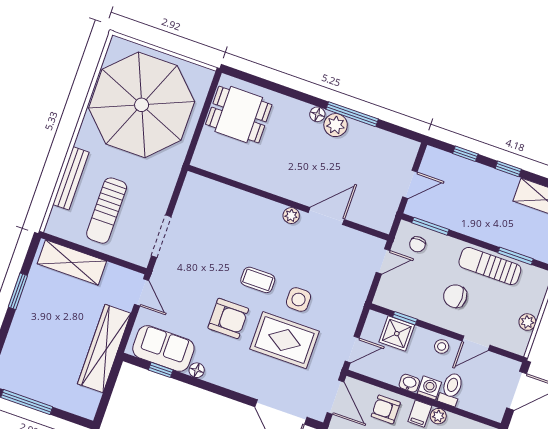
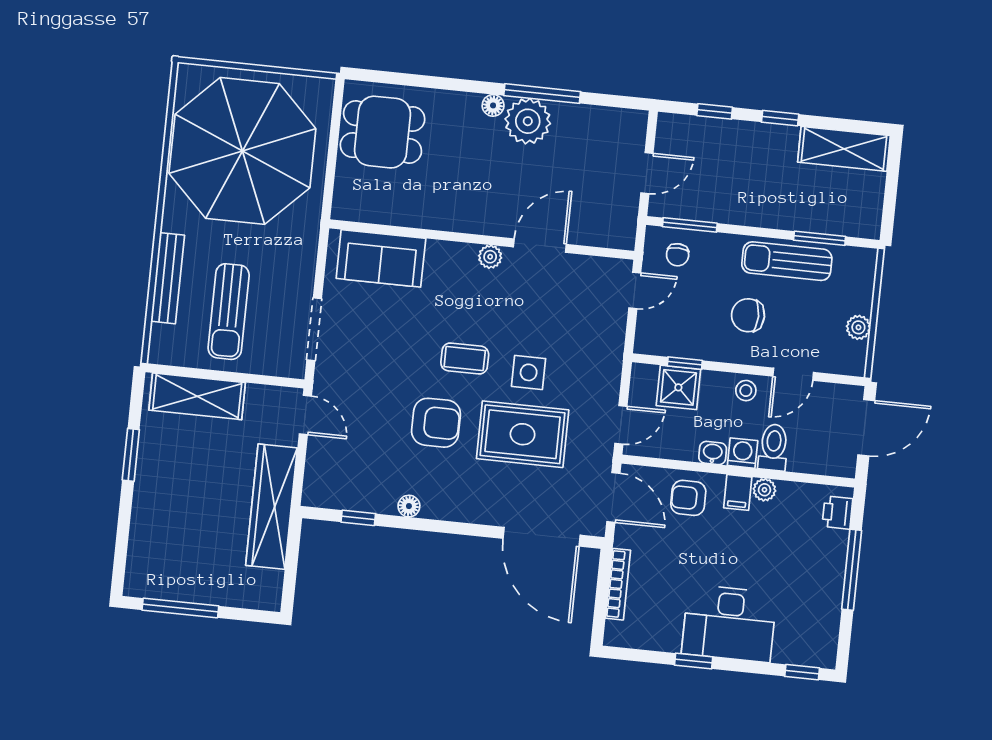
plant: (336, 125) -> (528, 121), width x1.36, depth x1.36
sofa: (163, 348) -> (381, 258), moved, turned 180

